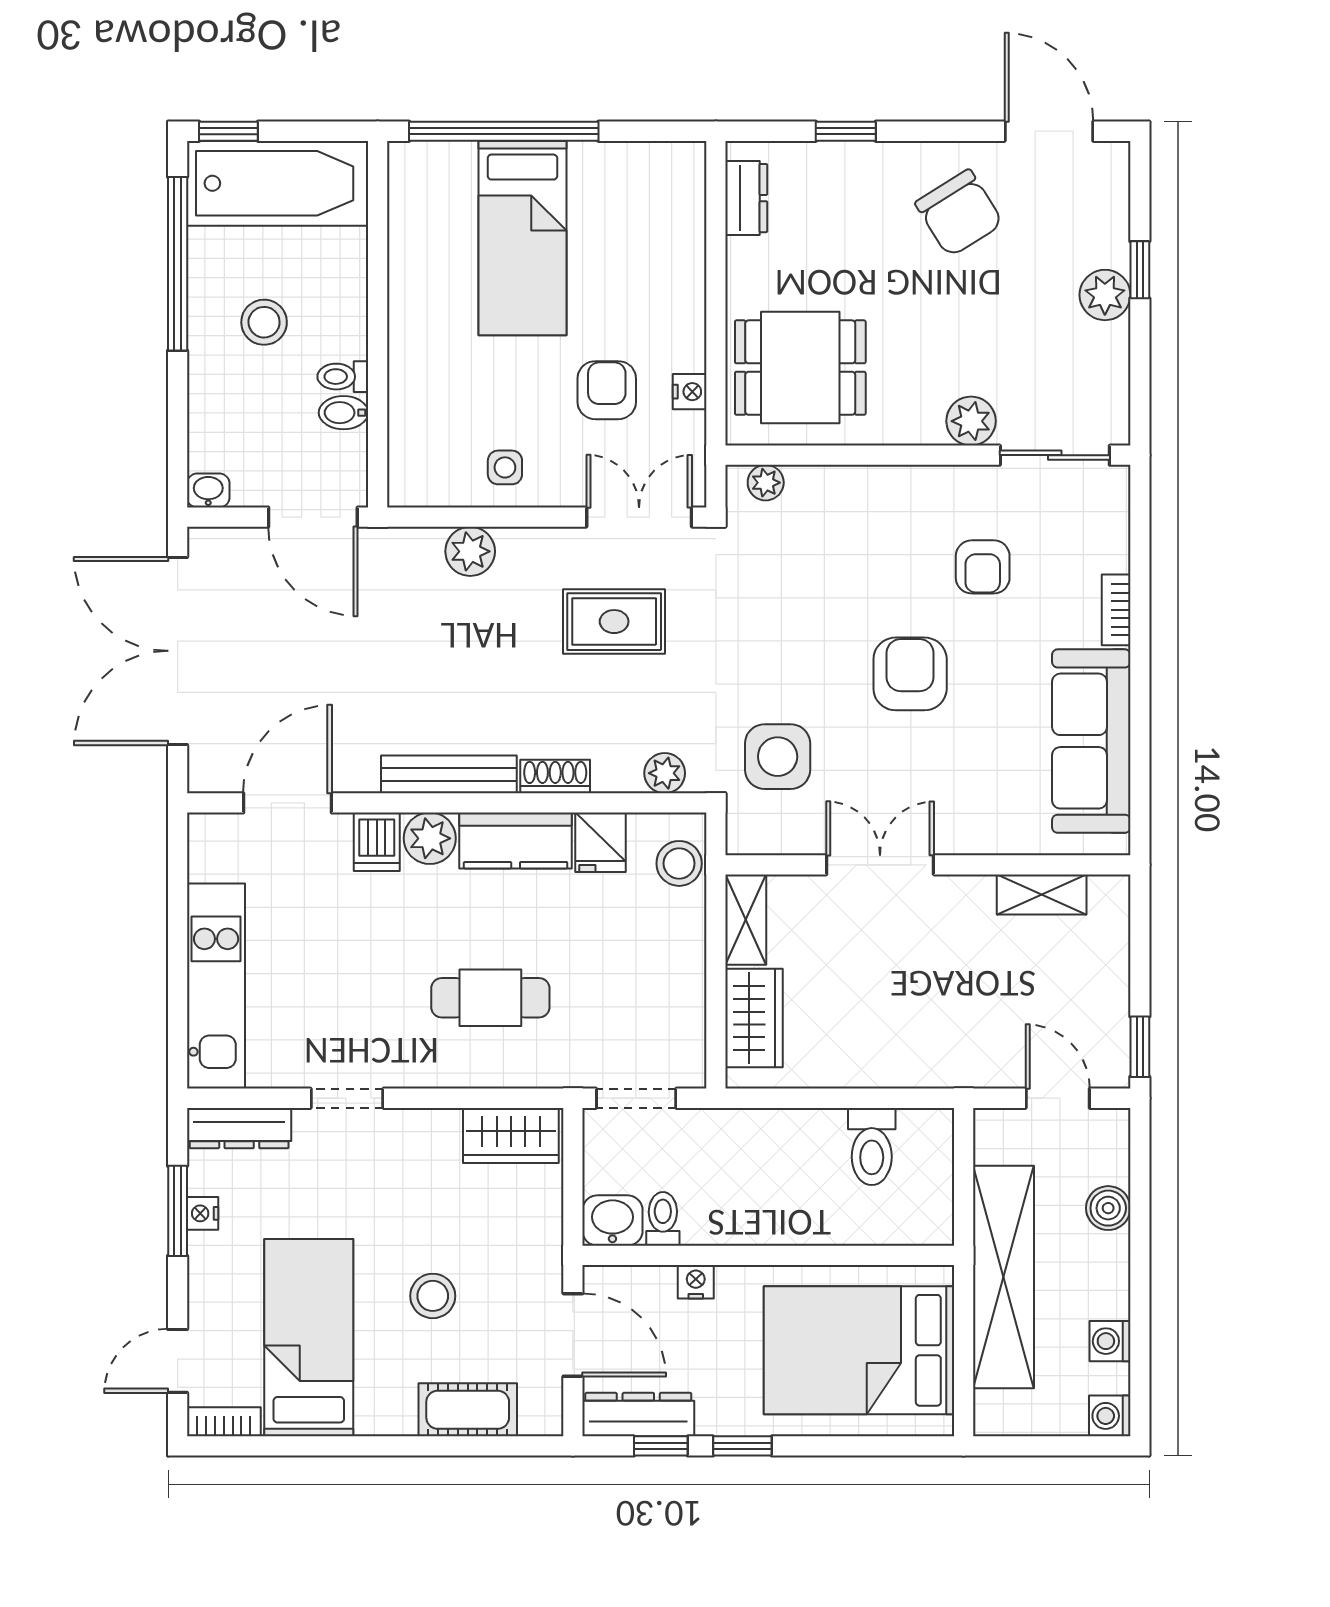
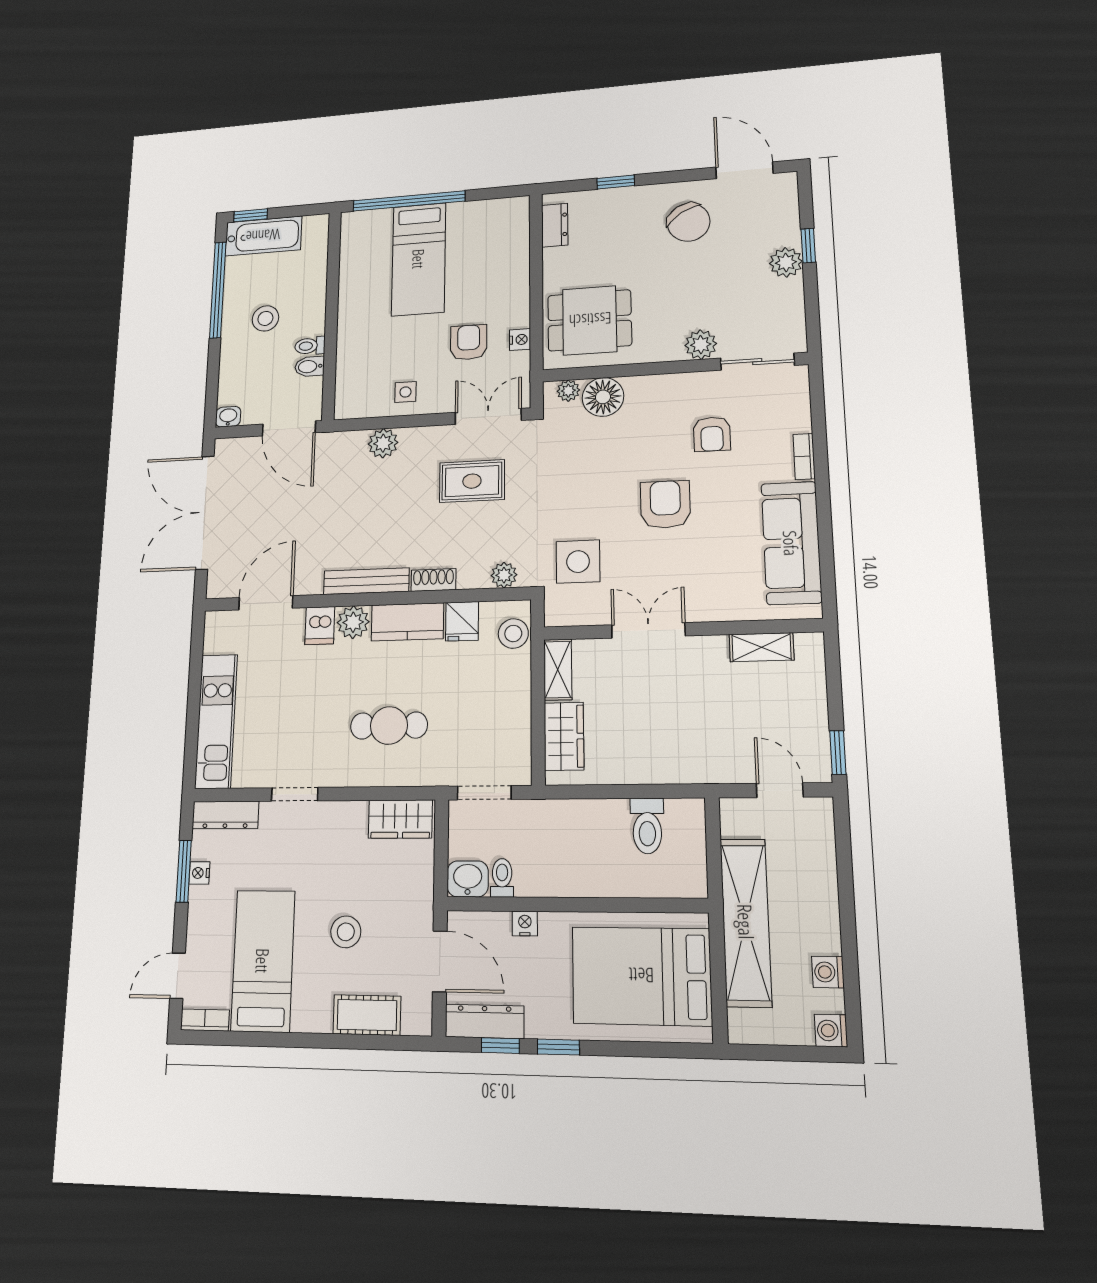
bathtub: (277, 183) -> (263, 236), width x0.73, depth x0.73
floor lamp: (819, 497) -> (603, 397), added
boiler: (1108, 1208) -> (821, 871), removed

